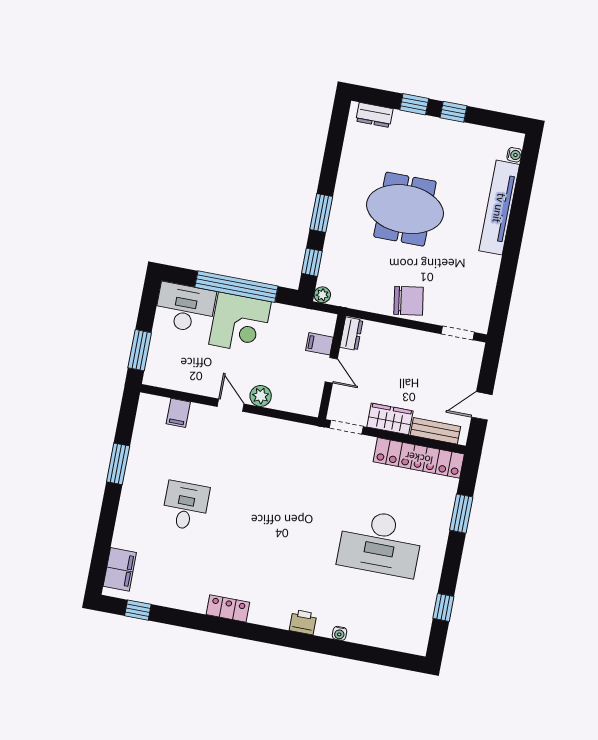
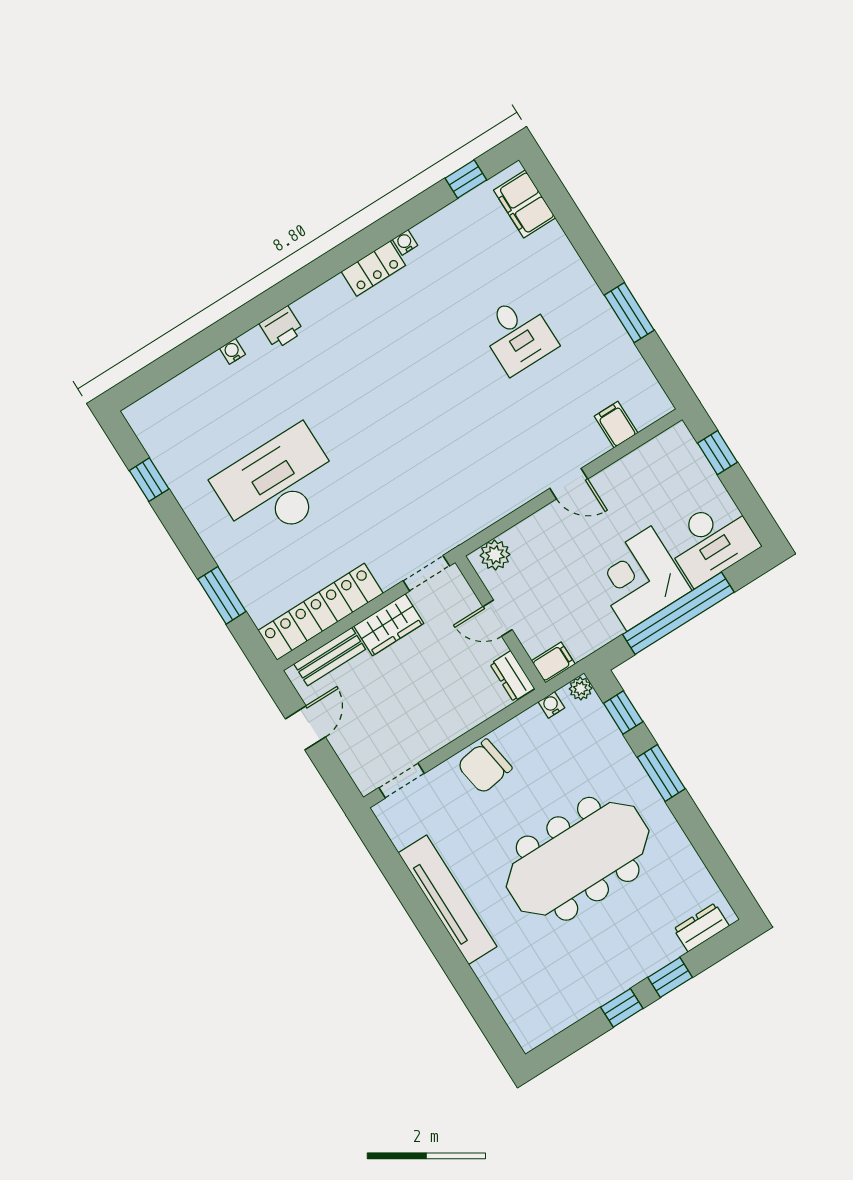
water cooler: (514, 155) -> (551, 705), moved, turned 90
tv unit: (499, 208) -> (448, 900), moved
meeting table: (405, 209) -> (578, 859), width x1.36
filing cabinet: (319, 344) -> (553, 662), moved
window: (140, 350) -> (717, 453), width x0.67
plant: (261, 396) -> (495, 555), moved
water cooler: (199, 607) -> (405, 242), added

